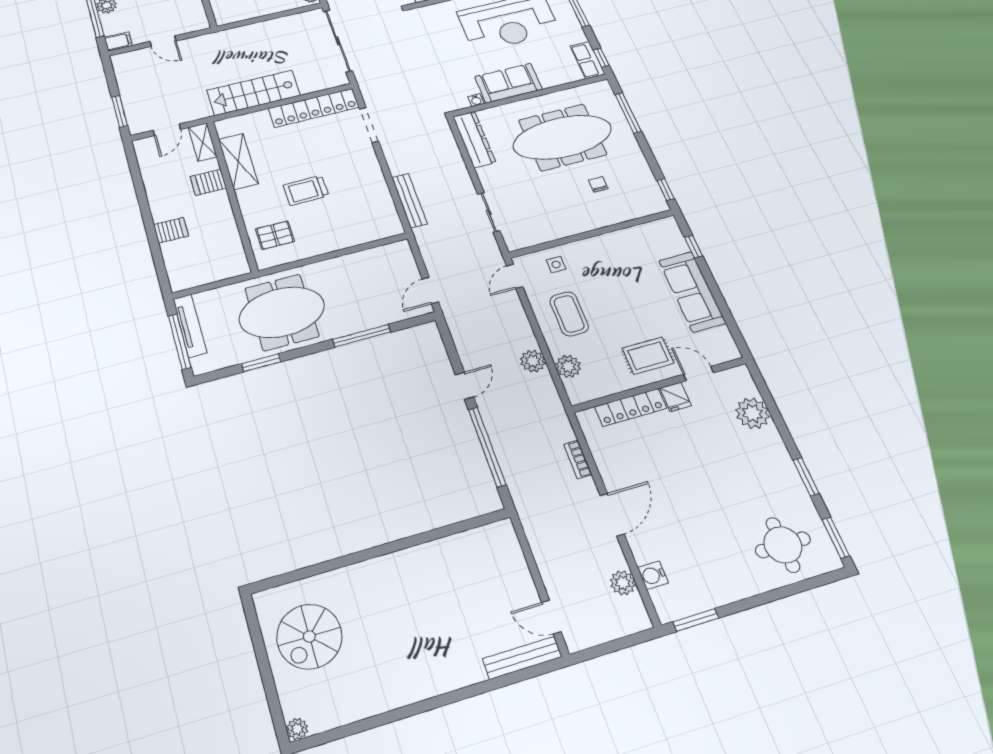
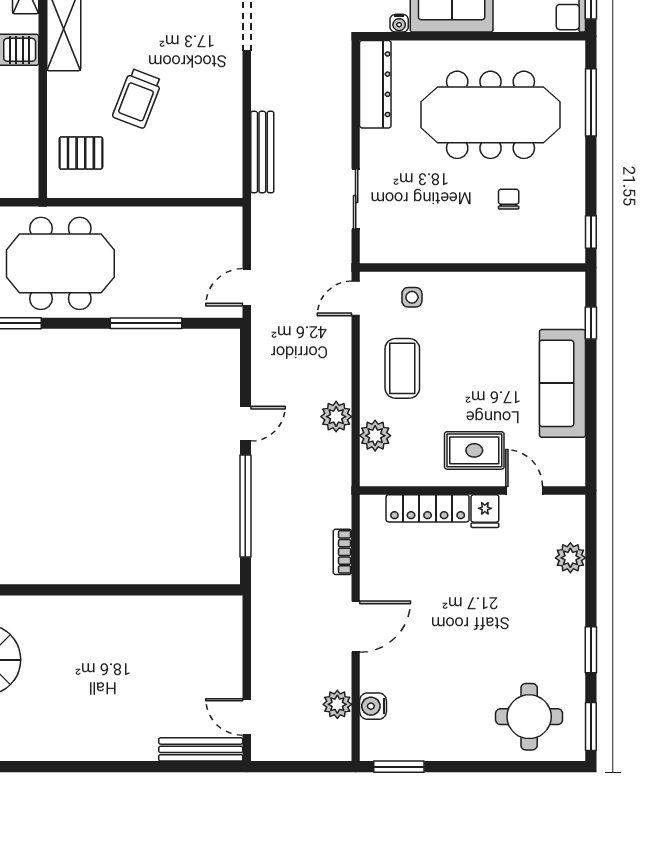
trolley: (306, 190) -> (137, 98), turned -68
plant: (752, 413) -> (570, 558), width x0.73, depth x0.73

